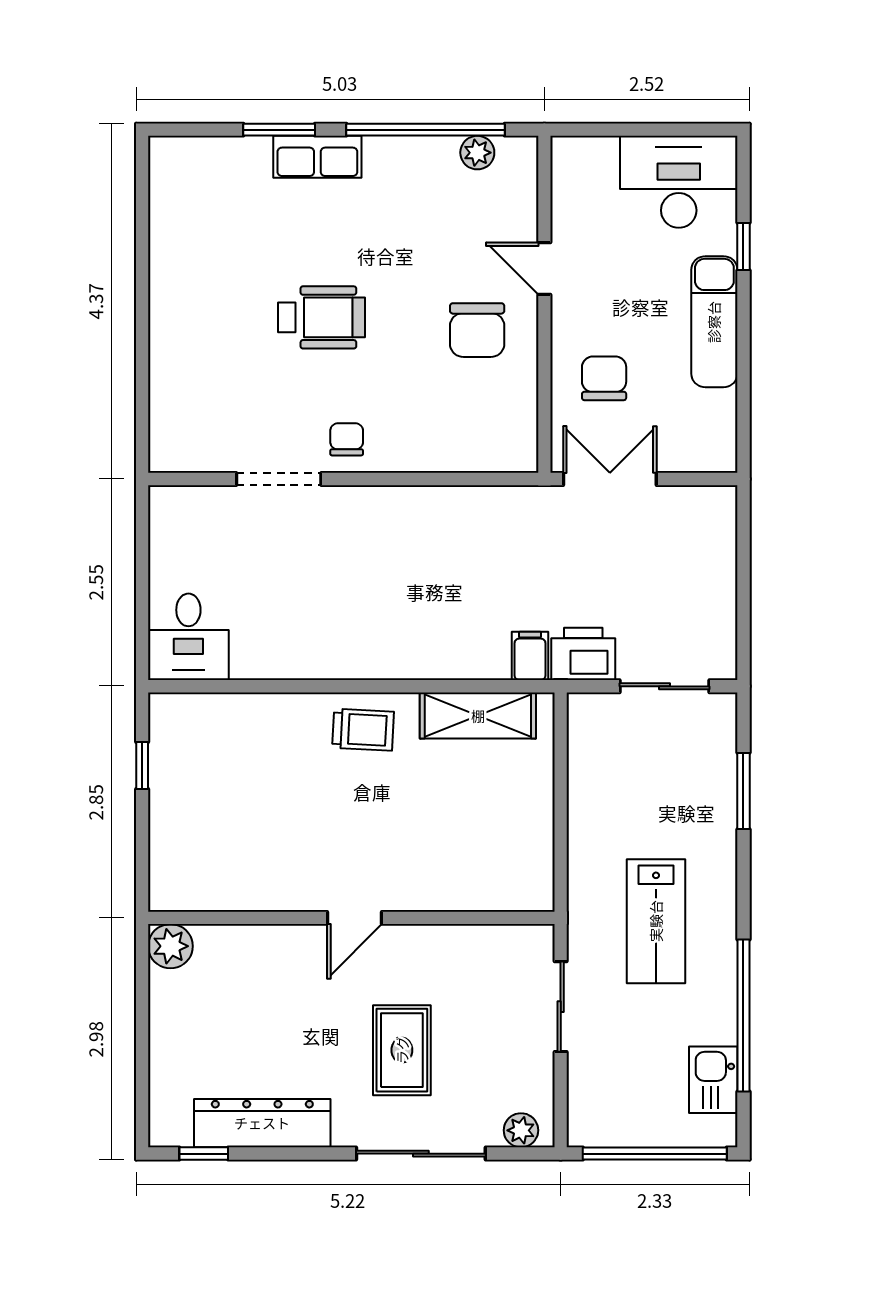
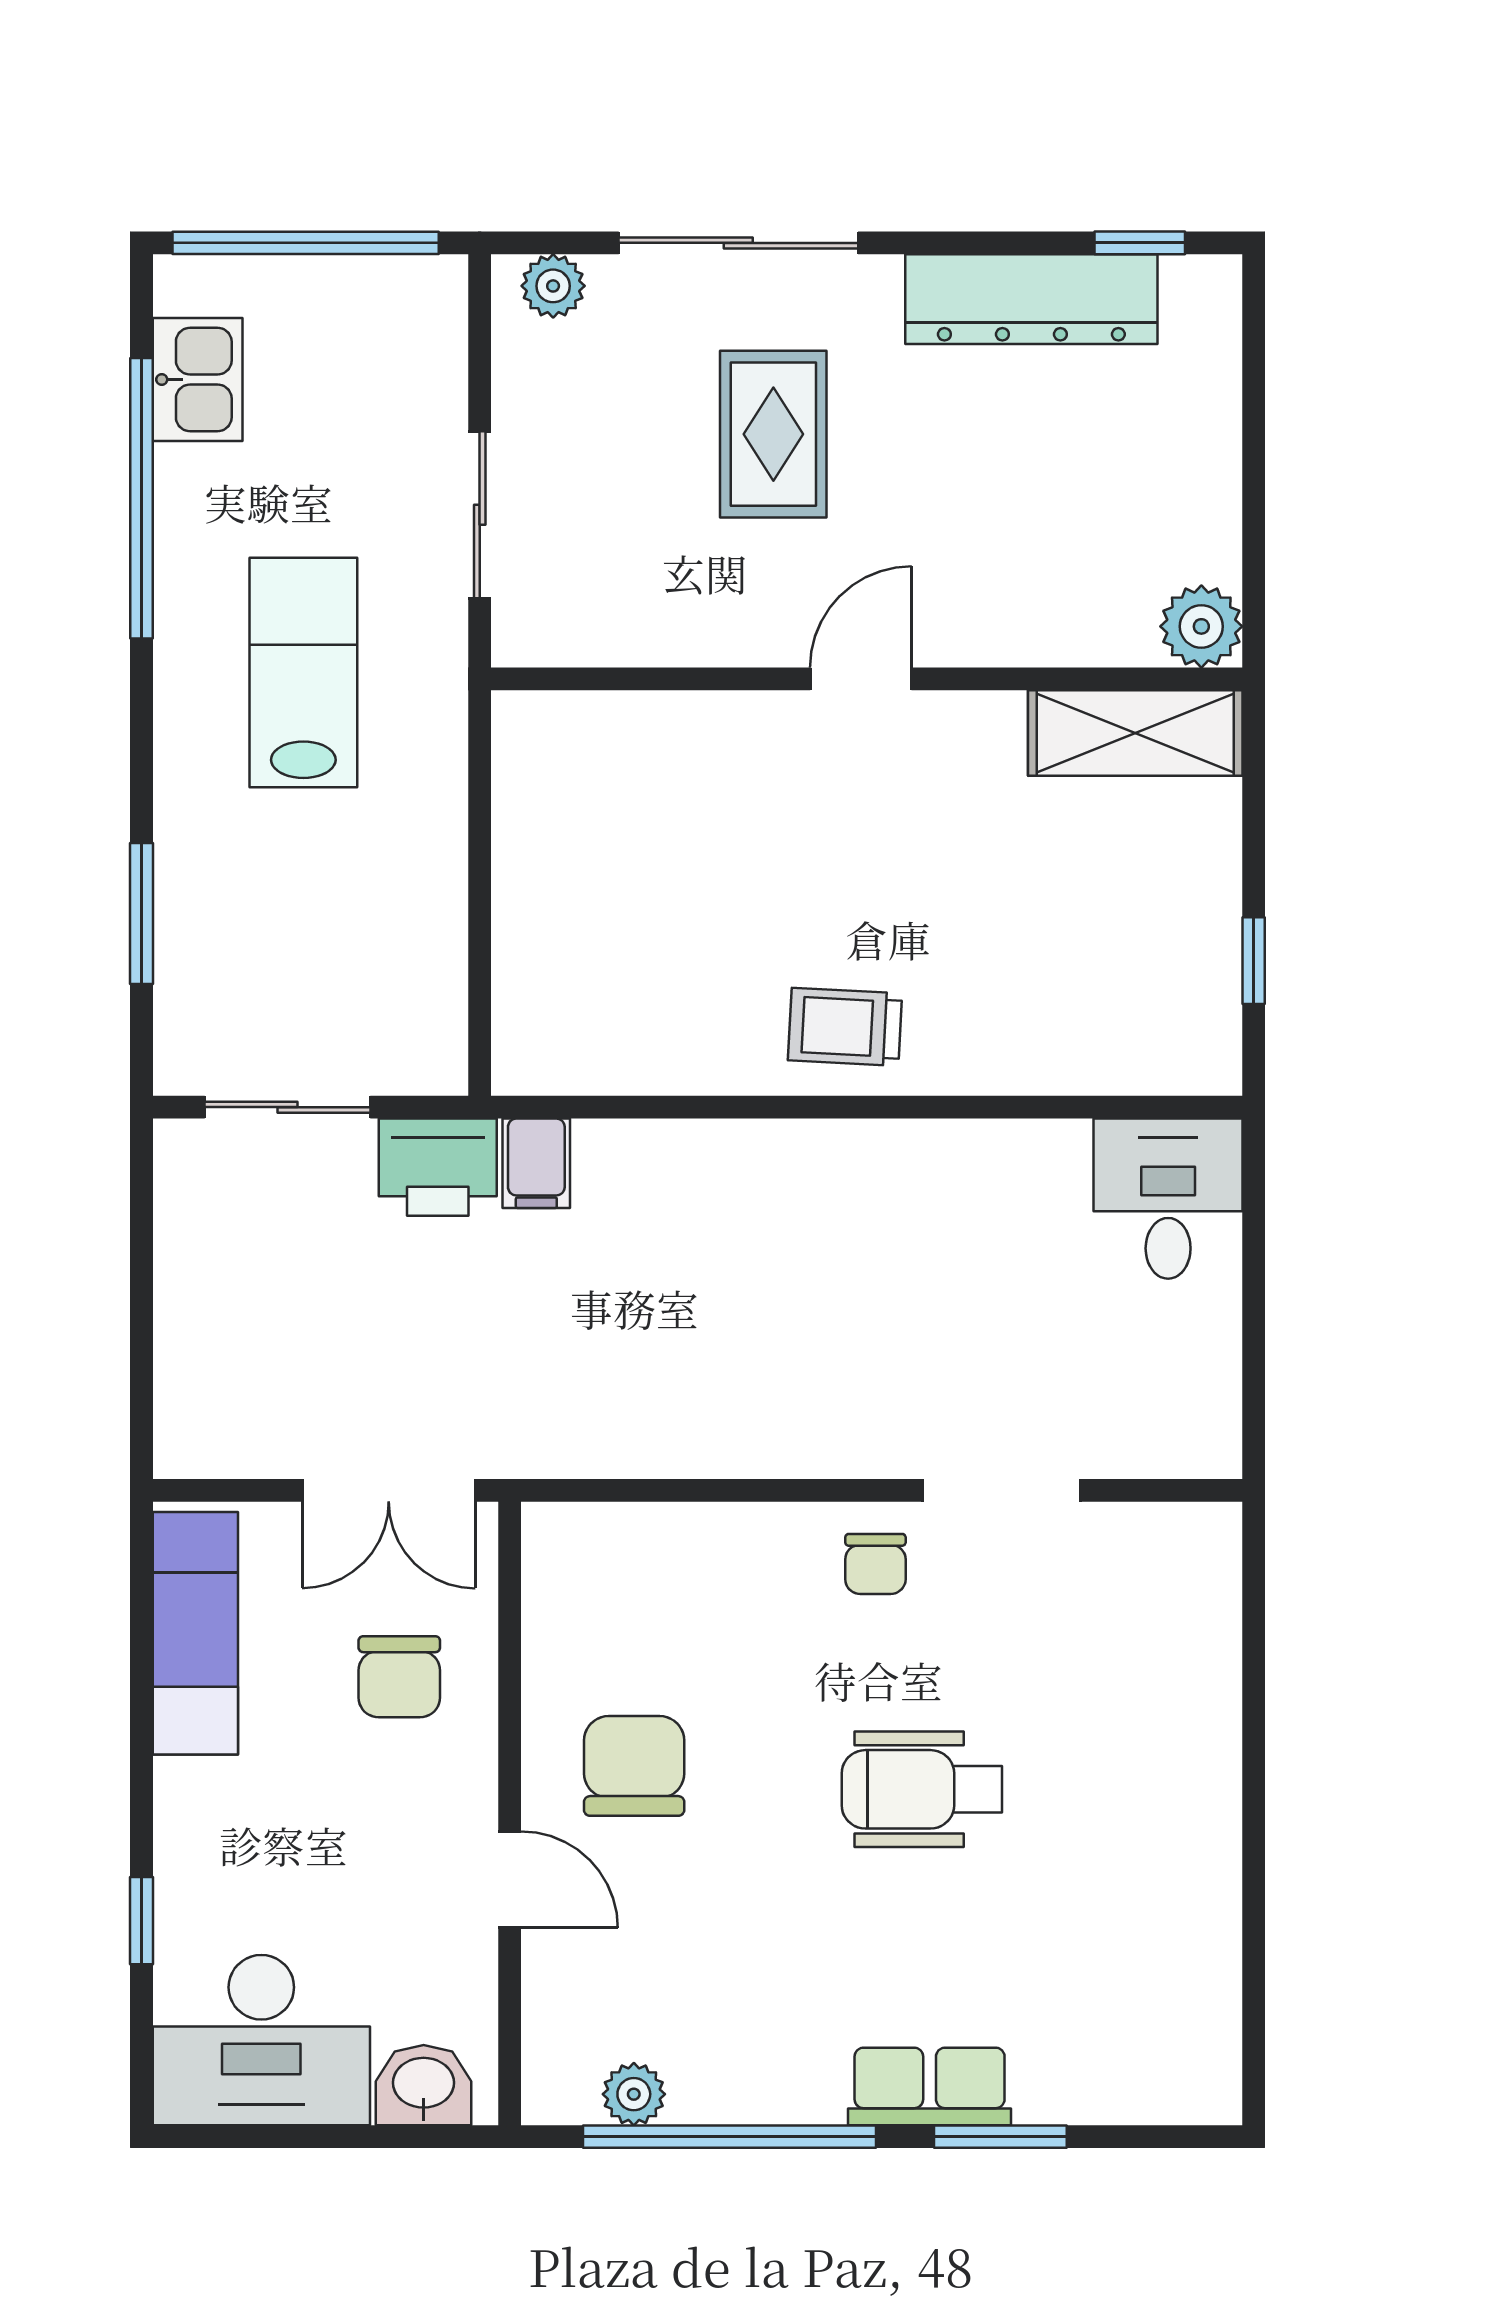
washbasin: (591, 157) -> (424, 2085), added
exam couch: (714, 322) -> (195, 1633), moved
shelving: (478, 716) -> (1135, 733), moved

